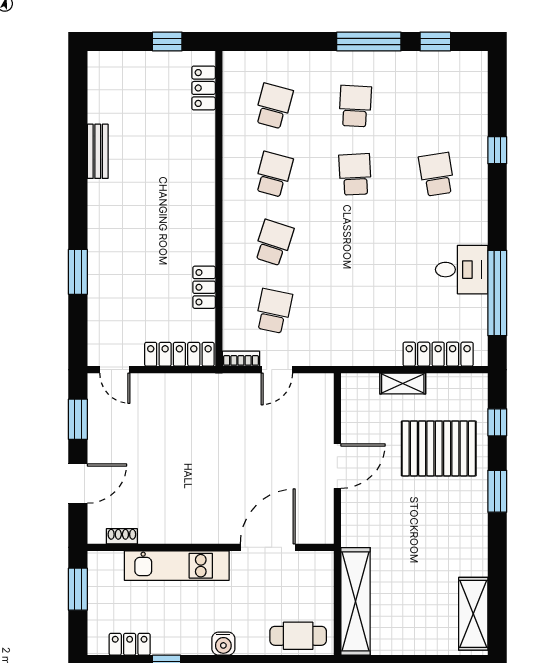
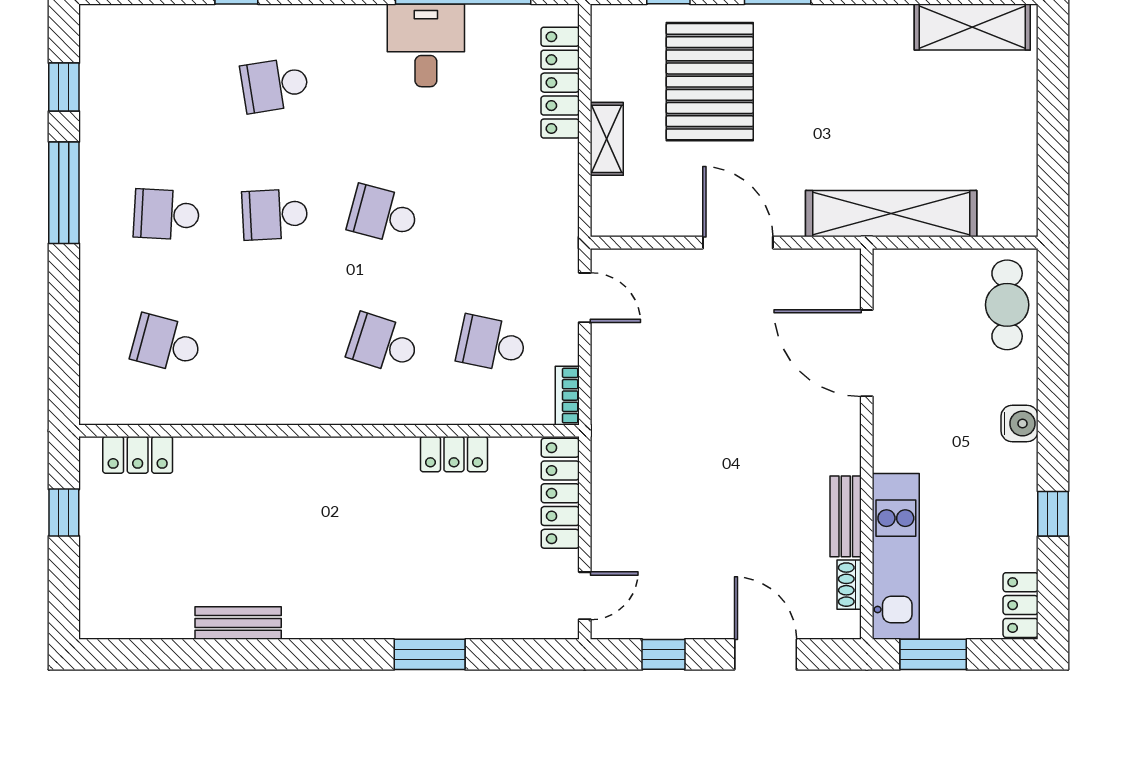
school desk: (274, 174) -> (383, 214), moved
door: (277, 370) -> (585, 298), moved
window: (78, 419) -> (663, 654), width x0.67
bench: (165, 534) -> (846, 516), added
kitchen unit: (177, 566) -> (896, 556), moved
shelving: (356, 601) -> (891, 214), moved
locker: (130, 644) -> (1021, 605), moved

